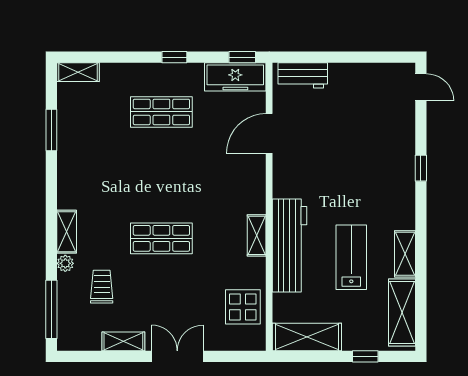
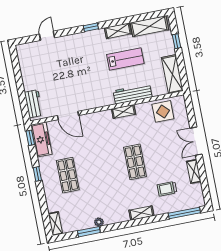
door: (421, 87) -> (47, 36), moved
window: (421, 168) -> (91, 27), moved
workbench: (290, 246) -> (133, 94), width x0.73, depth x0.76
lab bench: (351, 257) -> (125, 59), turned 180
plant: (65, 263) -> (99, 222), moved

